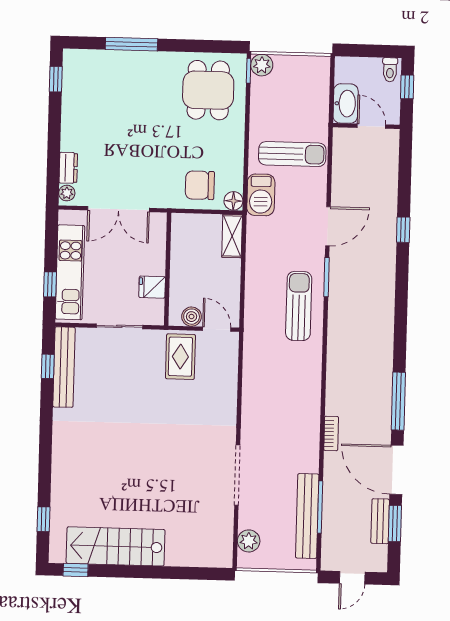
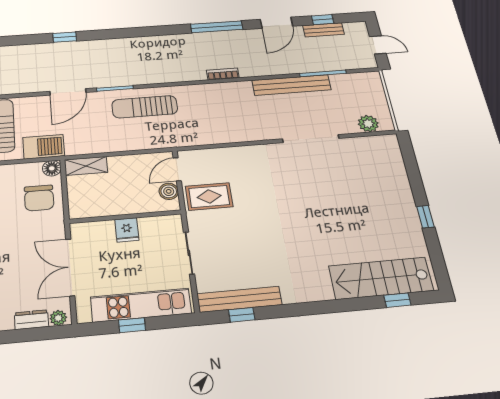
double door: (119, 209) -> (70, 267), swing flipped
door: (328, 226) -> (68, 92), swing flipped
window: (50, 284) -> (132, 325), moved
fridge: (152, 287) -> (127, 230), moved
bookcase: (331, 433) -> (223, 74), moved
door: (396, 470) -> (276, 23), width x0.73
bench: (307, 516) -> (292, 85), moved
window: (395, 523) -> (323, 20), width x0.67
stairs: (116, 546) -> (381, 278), moved, turned 90
window: (76, 570) -> (425, 217), moved

